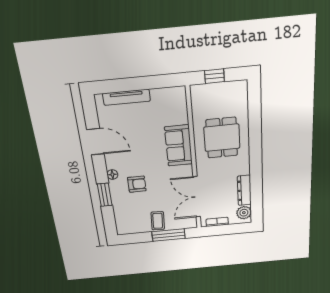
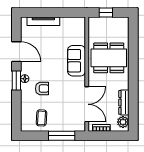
dining table: (222, 138) -> (109, 58), width x1.38
window: (105, 195) -> (16, 81), moved
double door: (197, 197) -> (87, 104), swing flipped
coffee table: (158, 221) -> (42, 118), moved

